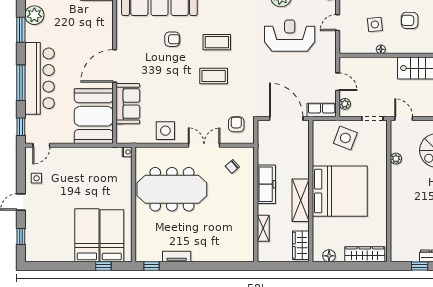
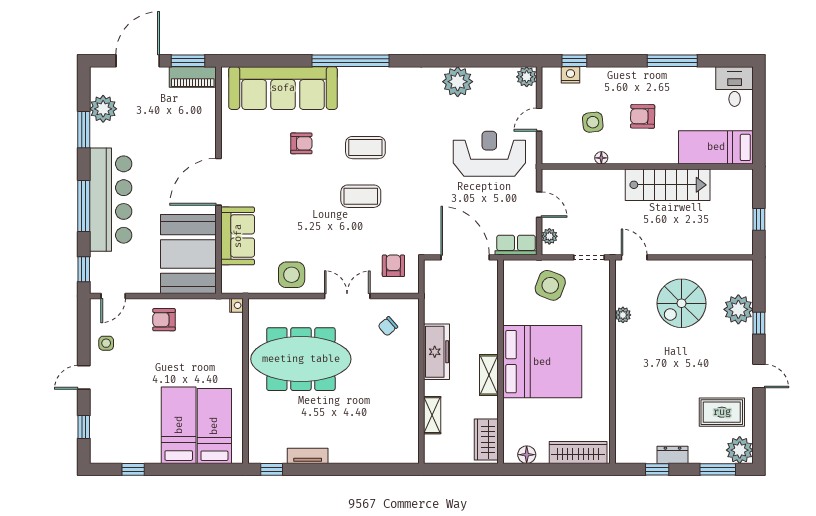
reception desk: (290, 36) -> (489, 154), moved
armchair: (77, 162) -> (164, 320), added
shelving: (301, 200) -> (489, 375), width x0.67, depth x0.75
window: (103, 266) -> (133, 469), moved

